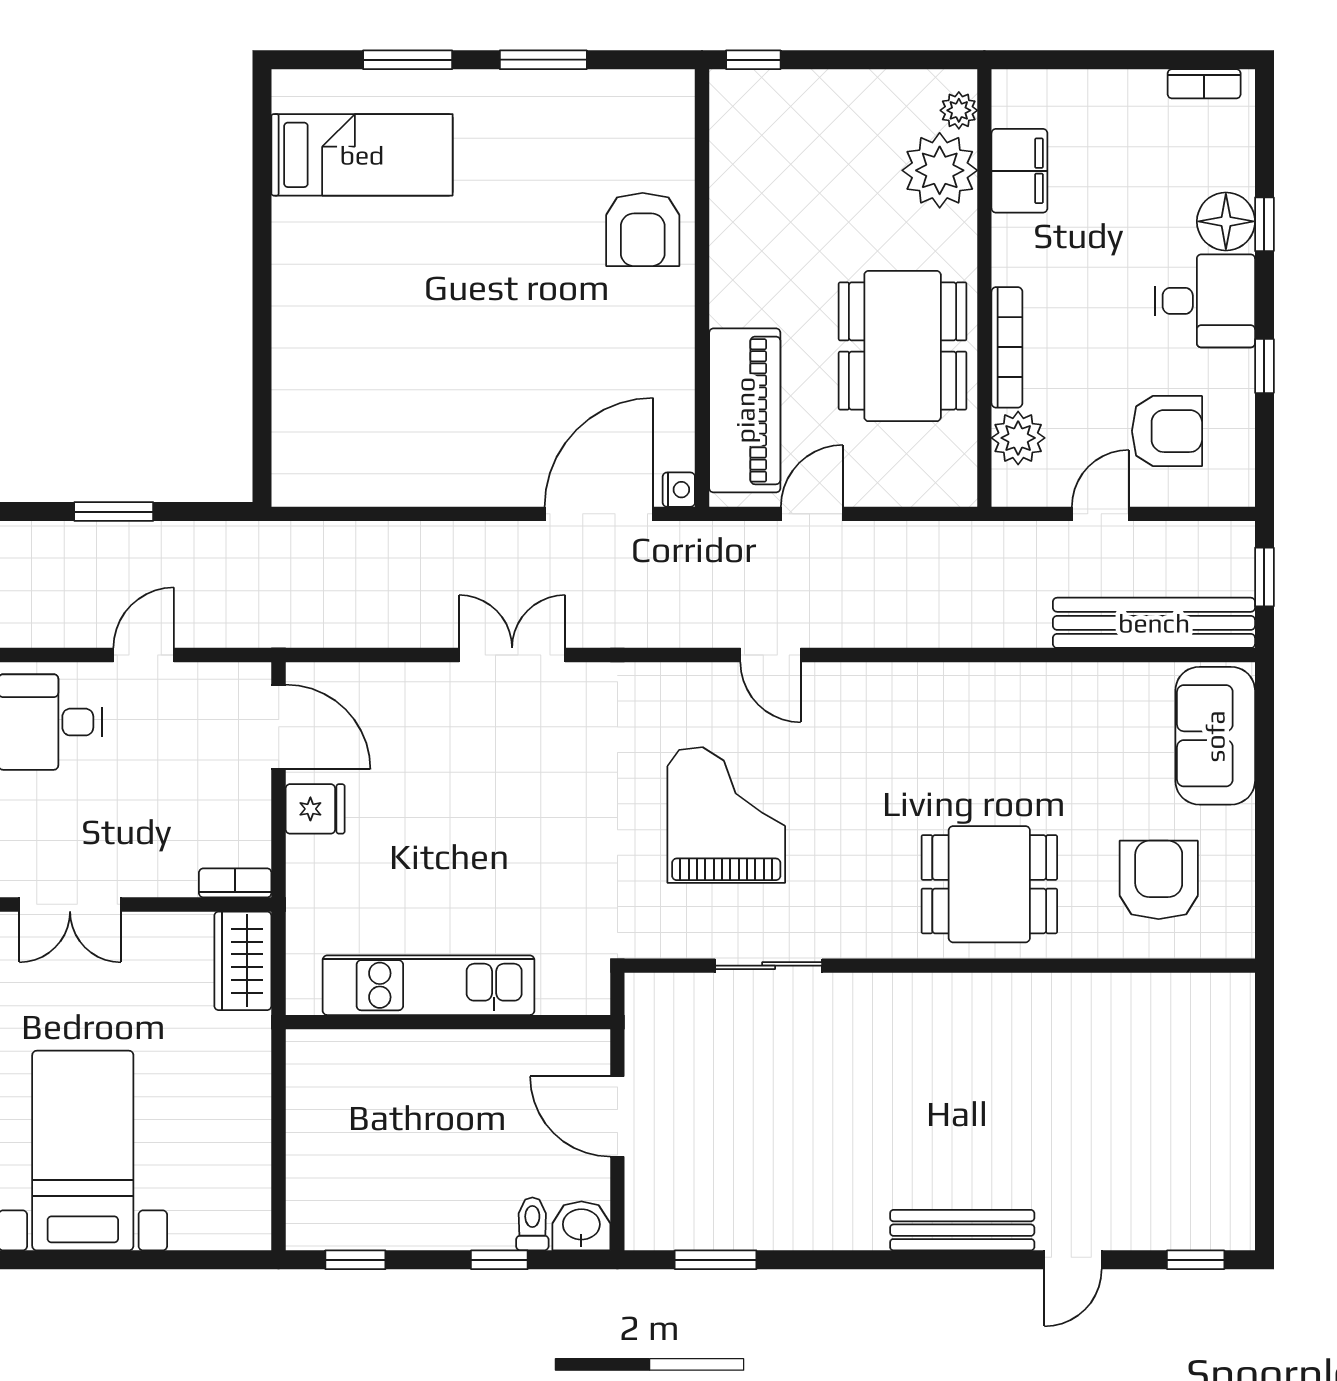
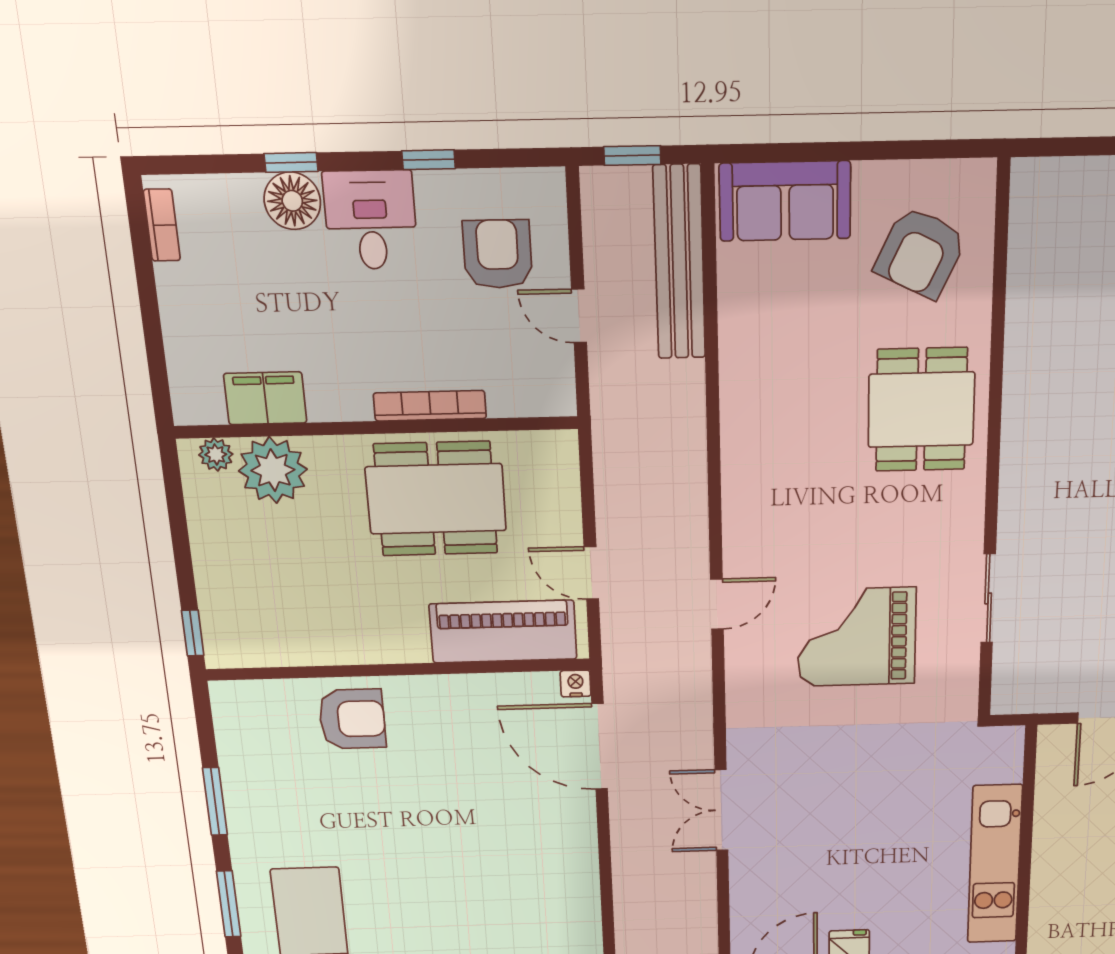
plant: (1018, 438) -> (513, 394), removed
armchair: (1159, 880) -> (921, 253), turned -64

